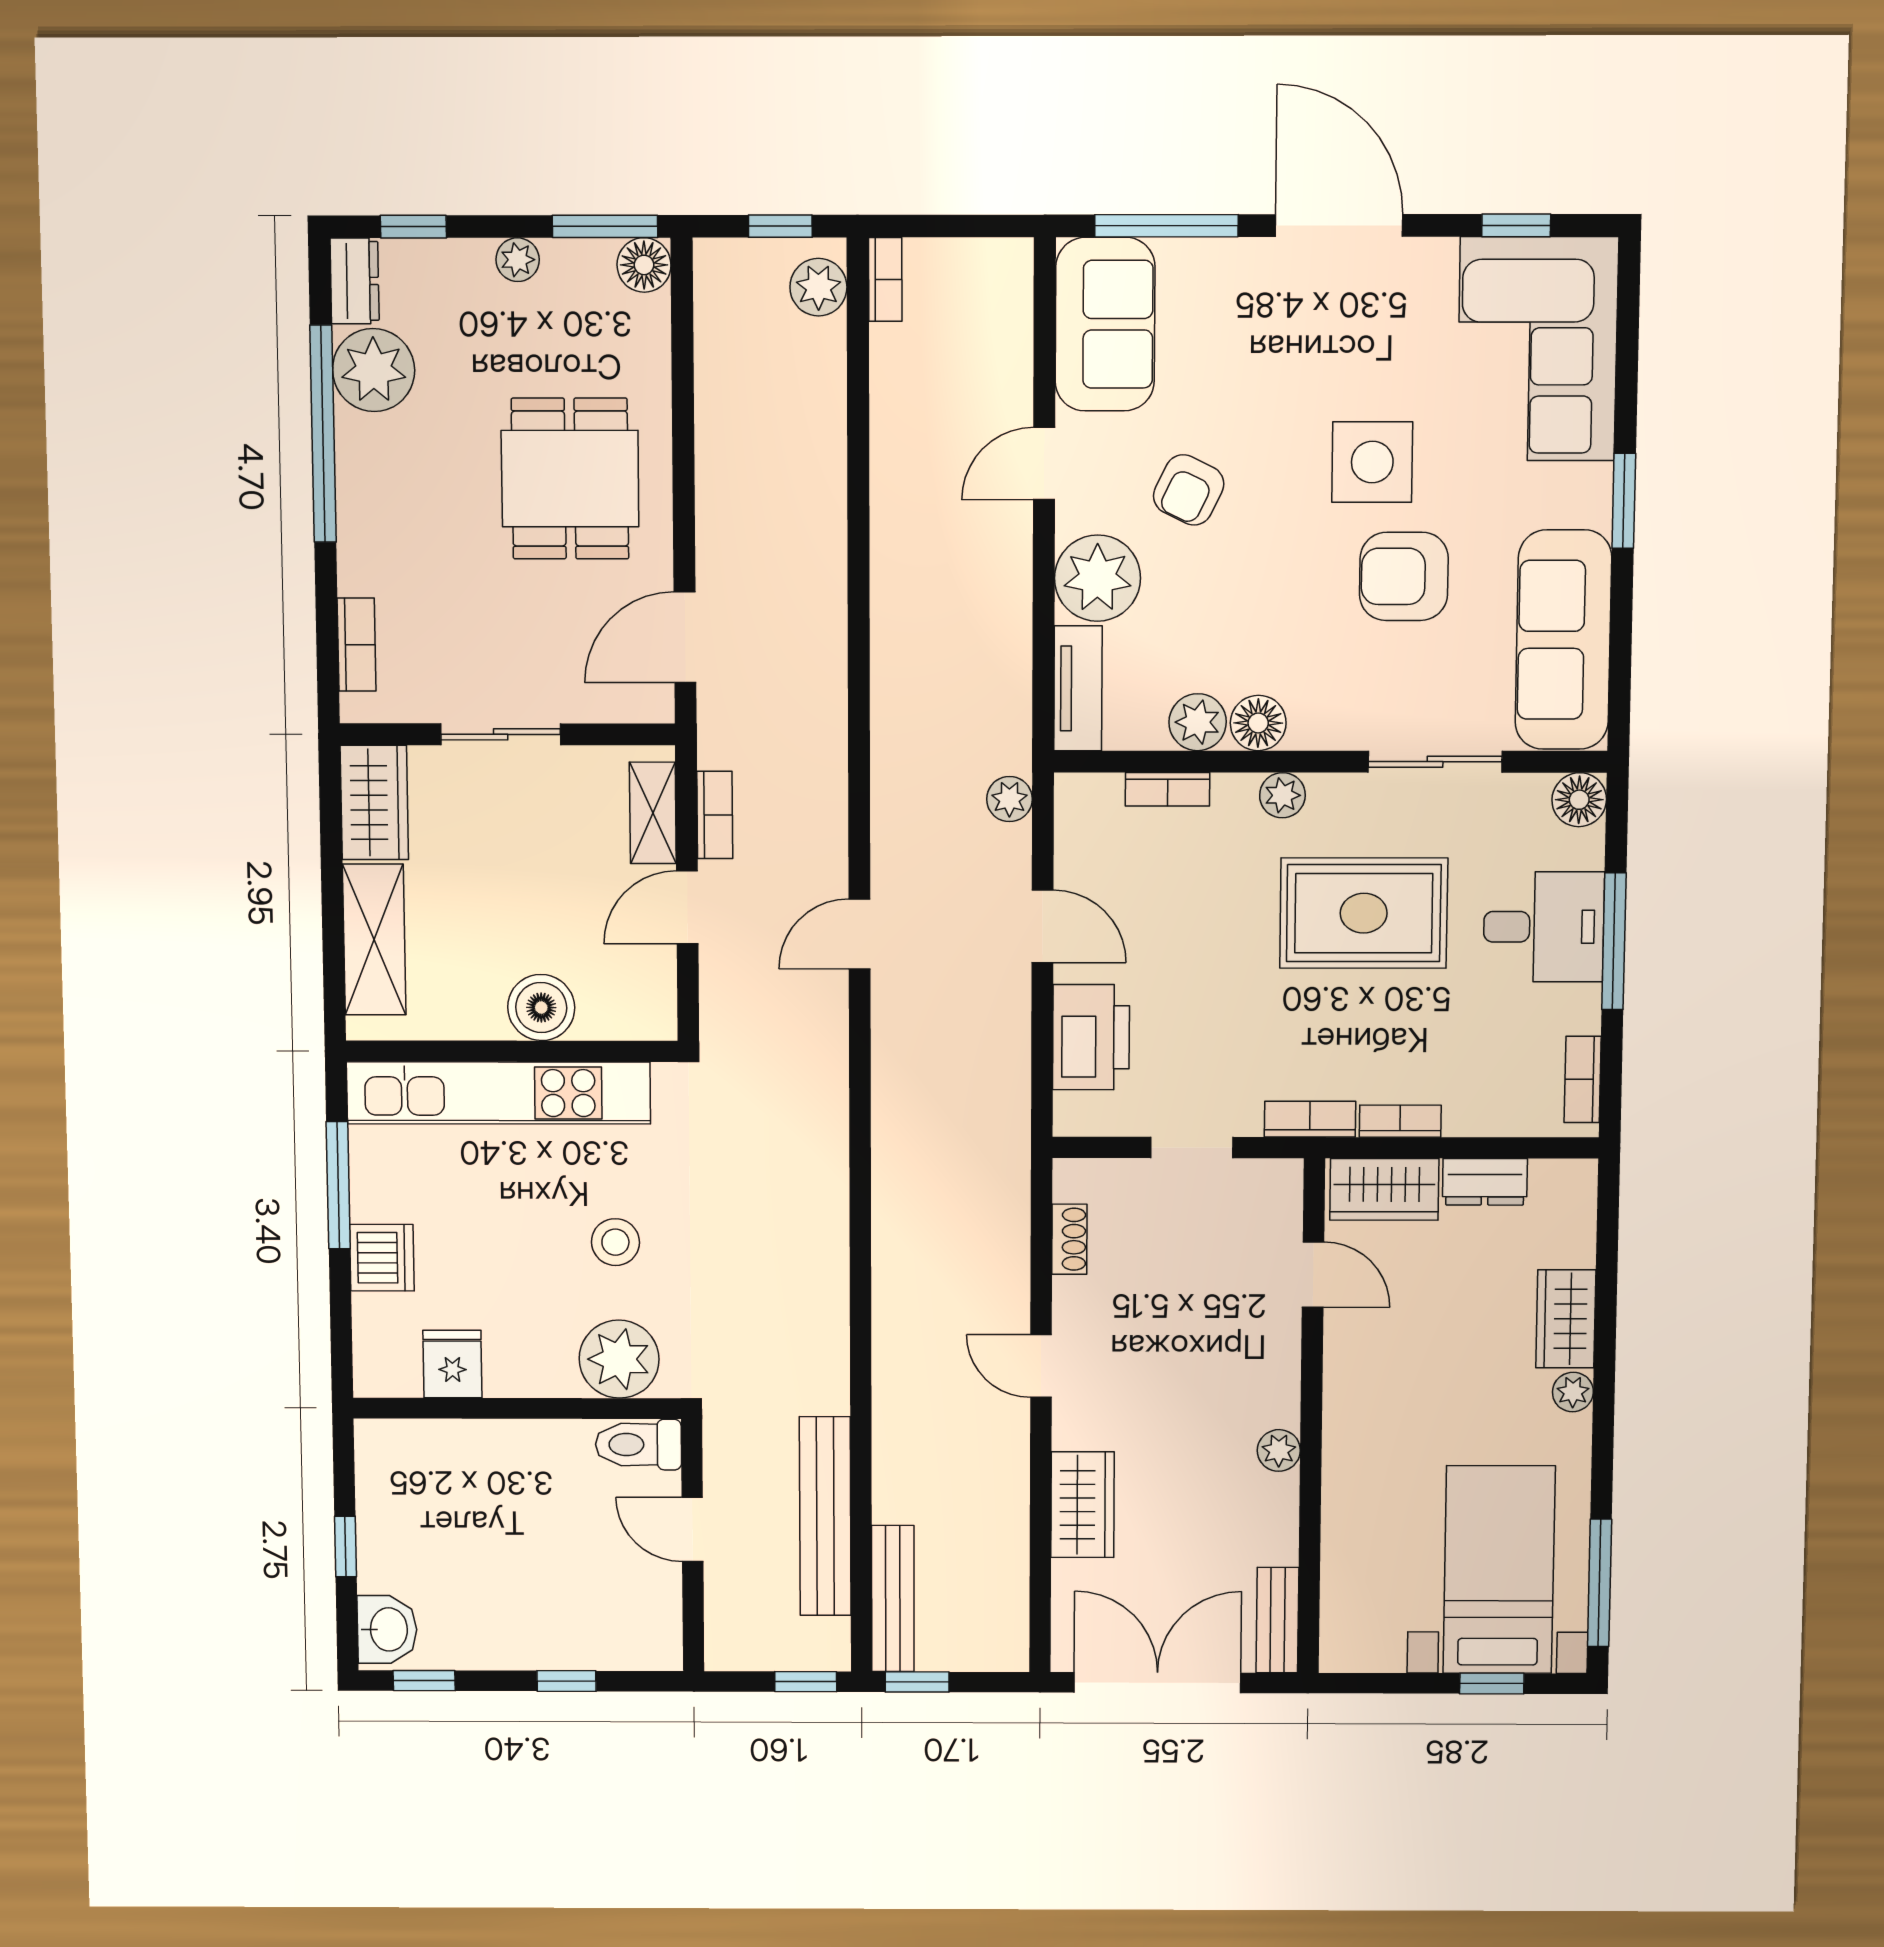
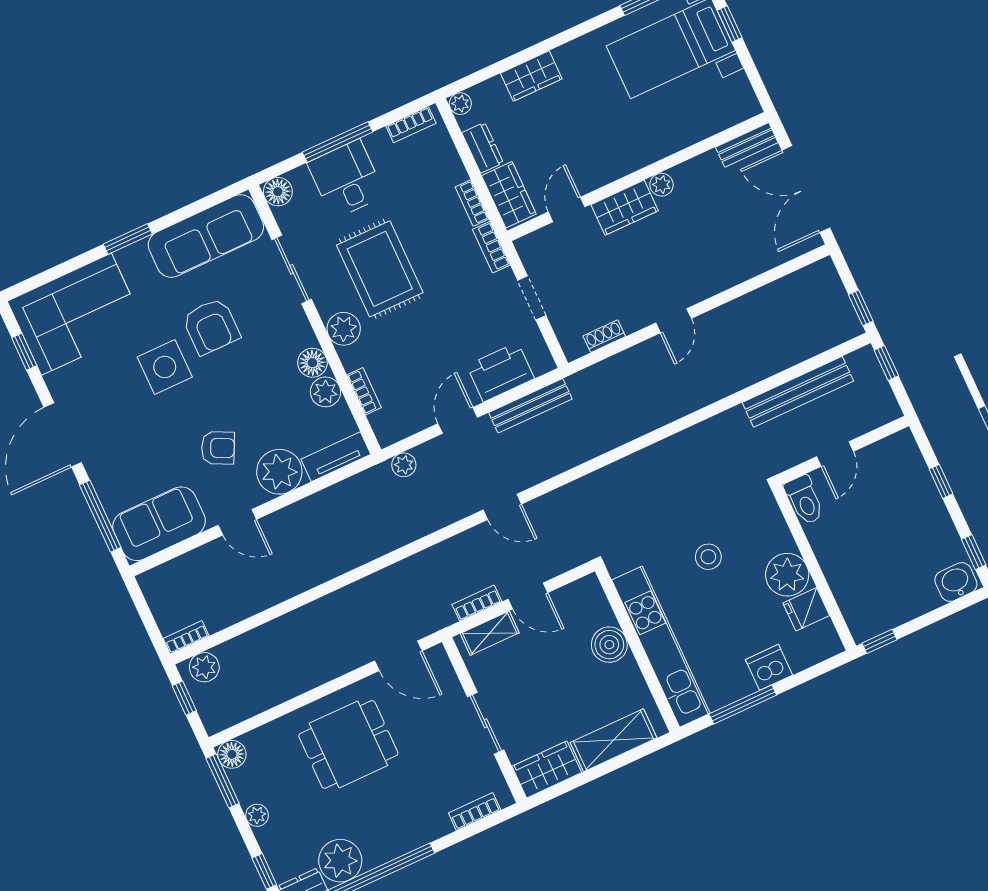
plant: (1282, 795) -> (344, 329), width x1.38, depth x1.38
plant: (619, 1359) -> (787, 575), moved
plant: (1573, 1392) -> (460, 104), moved
wardrobe: (1083, 1505) -> (625, 208), moved, turned 180
window: (345, 1547) -> (879, 641), moved
bench: (893, 1599) -> (530, 406), moved

